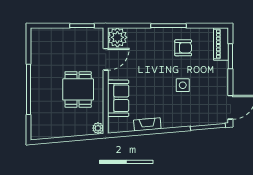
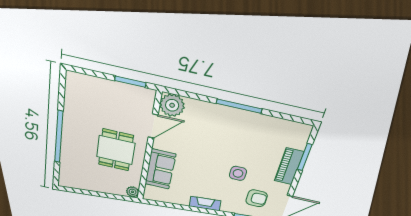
piano: (221, 44) -> (289, 166), moved
armchair: (183, 48) -> (257, 198), moved
fireplace: (147, 124) -> (205, 204), moved

